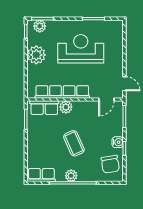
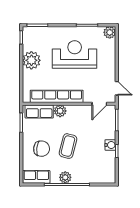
plant: (40, 26) -> (110, 32), moved
coffee table: (74, 143) -> (68, 146), turned 38
chair: (110, 164) -> (42, 149), moved, turned -74

